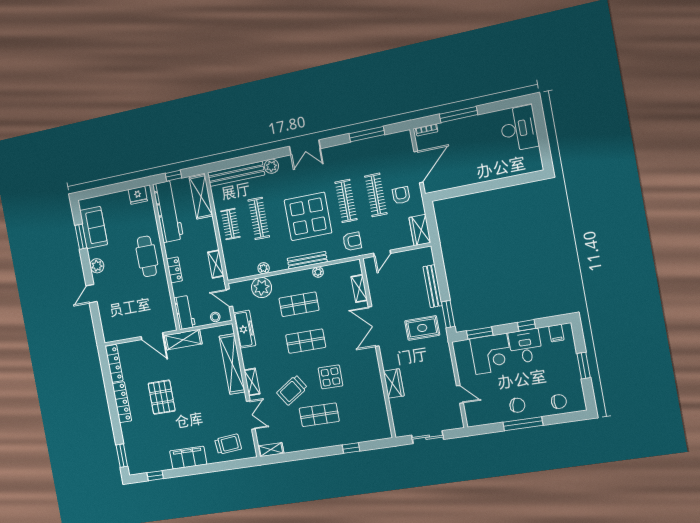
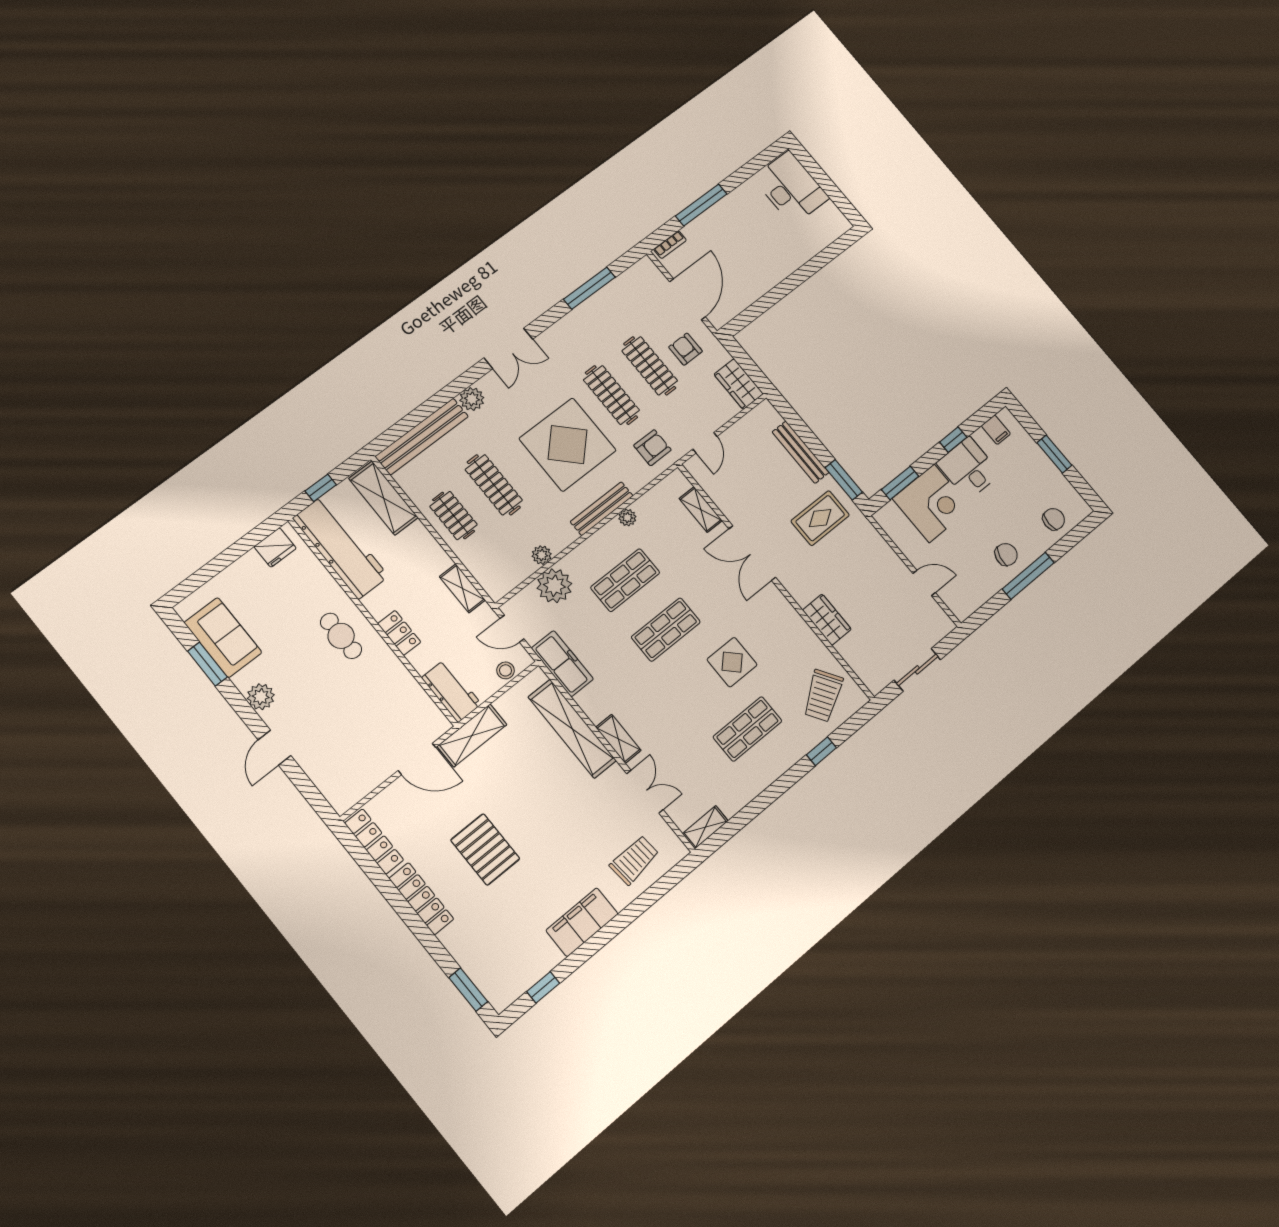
cafe table: (147, 256) -> (341, 636), width x0.73, depth x0.74
trolley: (292, 390) -> (823, 696), moved

